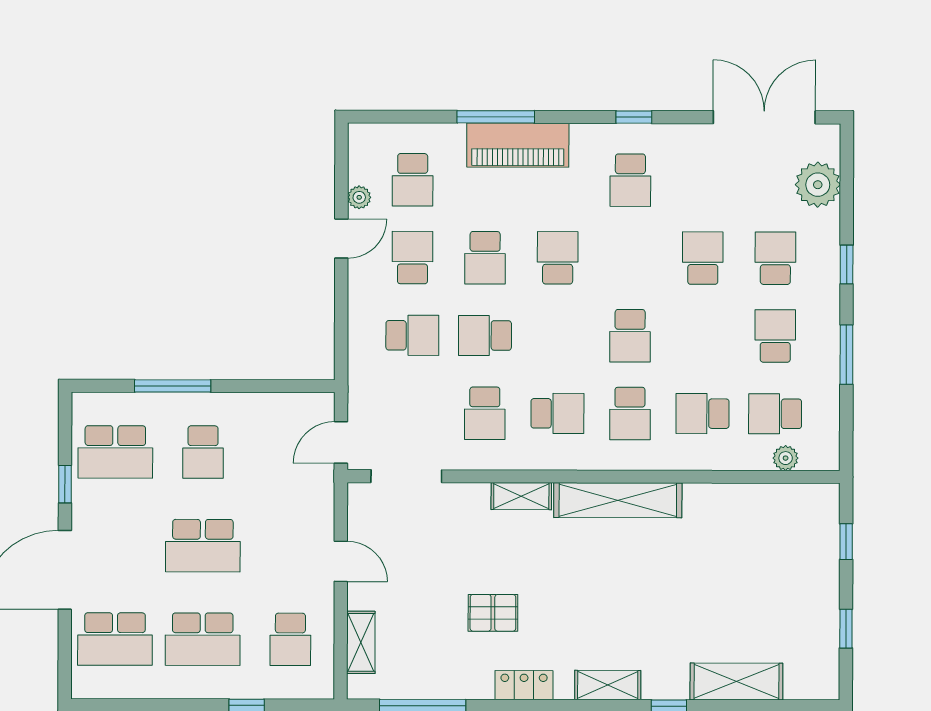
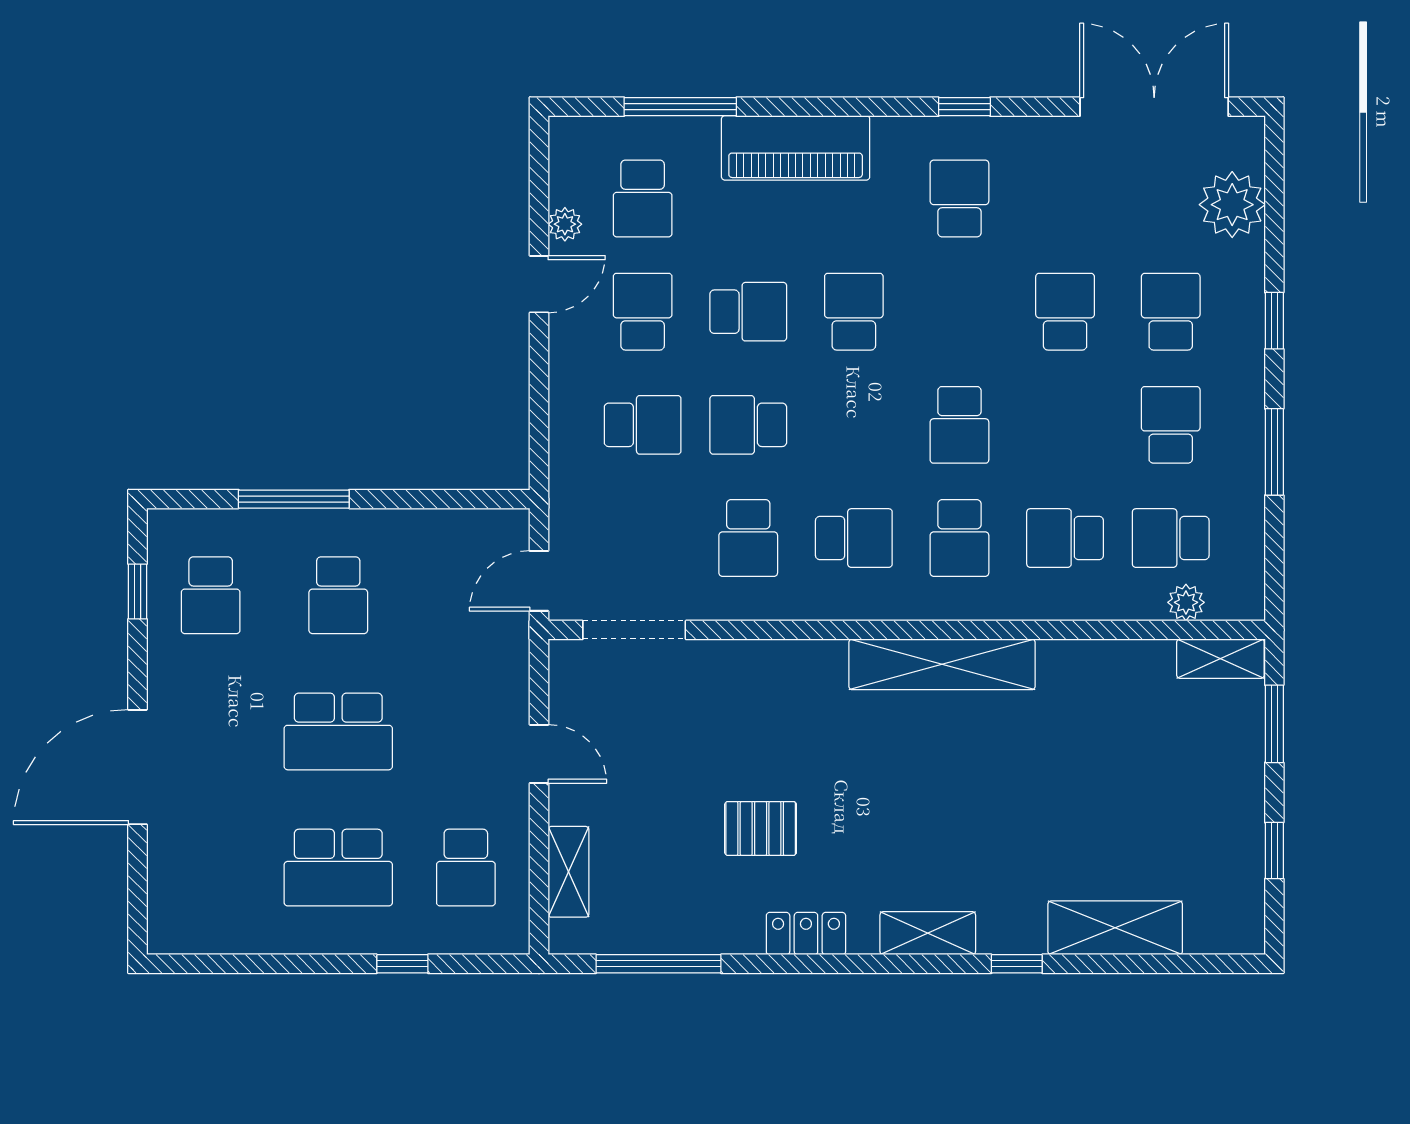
window: (496, 117) -> (680, 107), moved
school desk: (630, 180) -> (959, 198), turned 180
school desk: (485, 258) -> (748, 312), turned -90
school desk: (115, 452) -> (211, 595), width x0.54
window: (65, 484) -> (138, 591), moved
shelving: (521, 496) -> (1220, 659), moved
window: (846, 542) -> (1274, 724), width x1.50
school desk: (115, 639) -> (211, 868), removed

